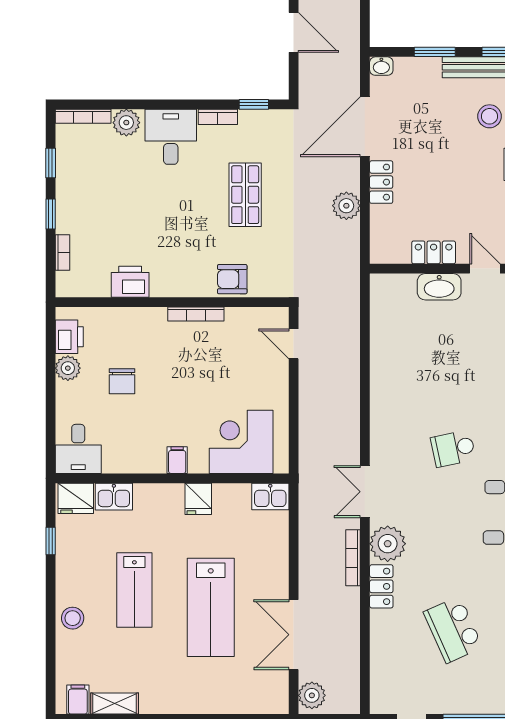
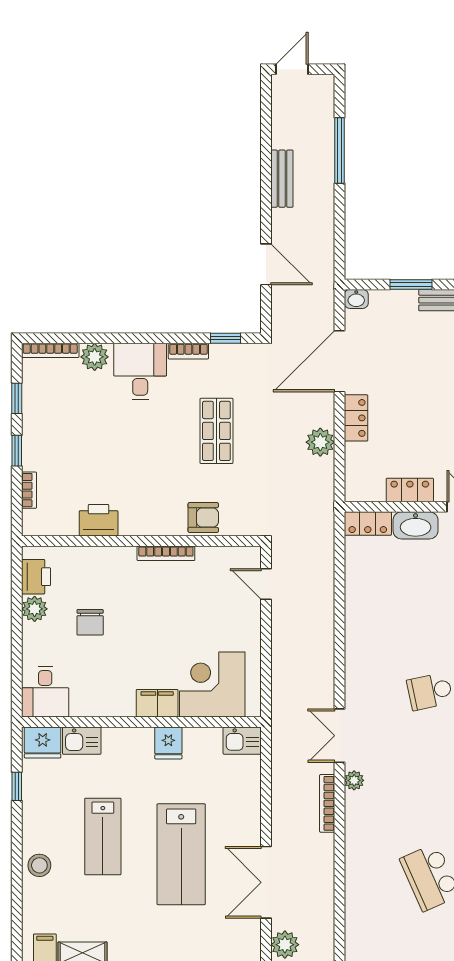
armchair: (232, 279) -> (203, 518), turned 180
filing cabinet: (177, 460) -> (157, 703), width x2.00
plant: (388, 544) -> (354, 780), width x0.53, depth x0.53
locker: (381, 586) -> (368, 524), moved, turned 90

